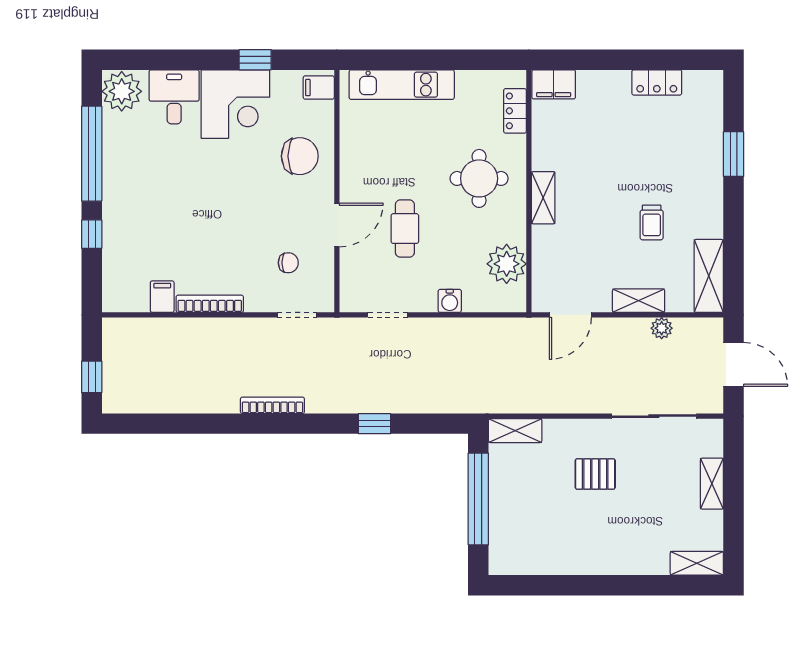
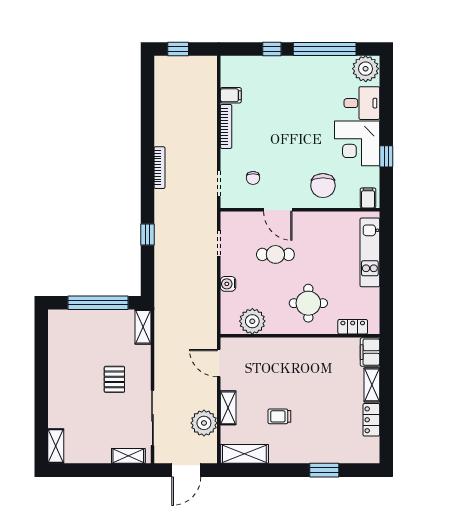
shelving: (543, 198) -> (372, 385), moved, turned 90
plant: (662, 328) -> (204, 423), width x1.88, depth x1.88
shelving: (712, 484) -> (128, 456), moved

